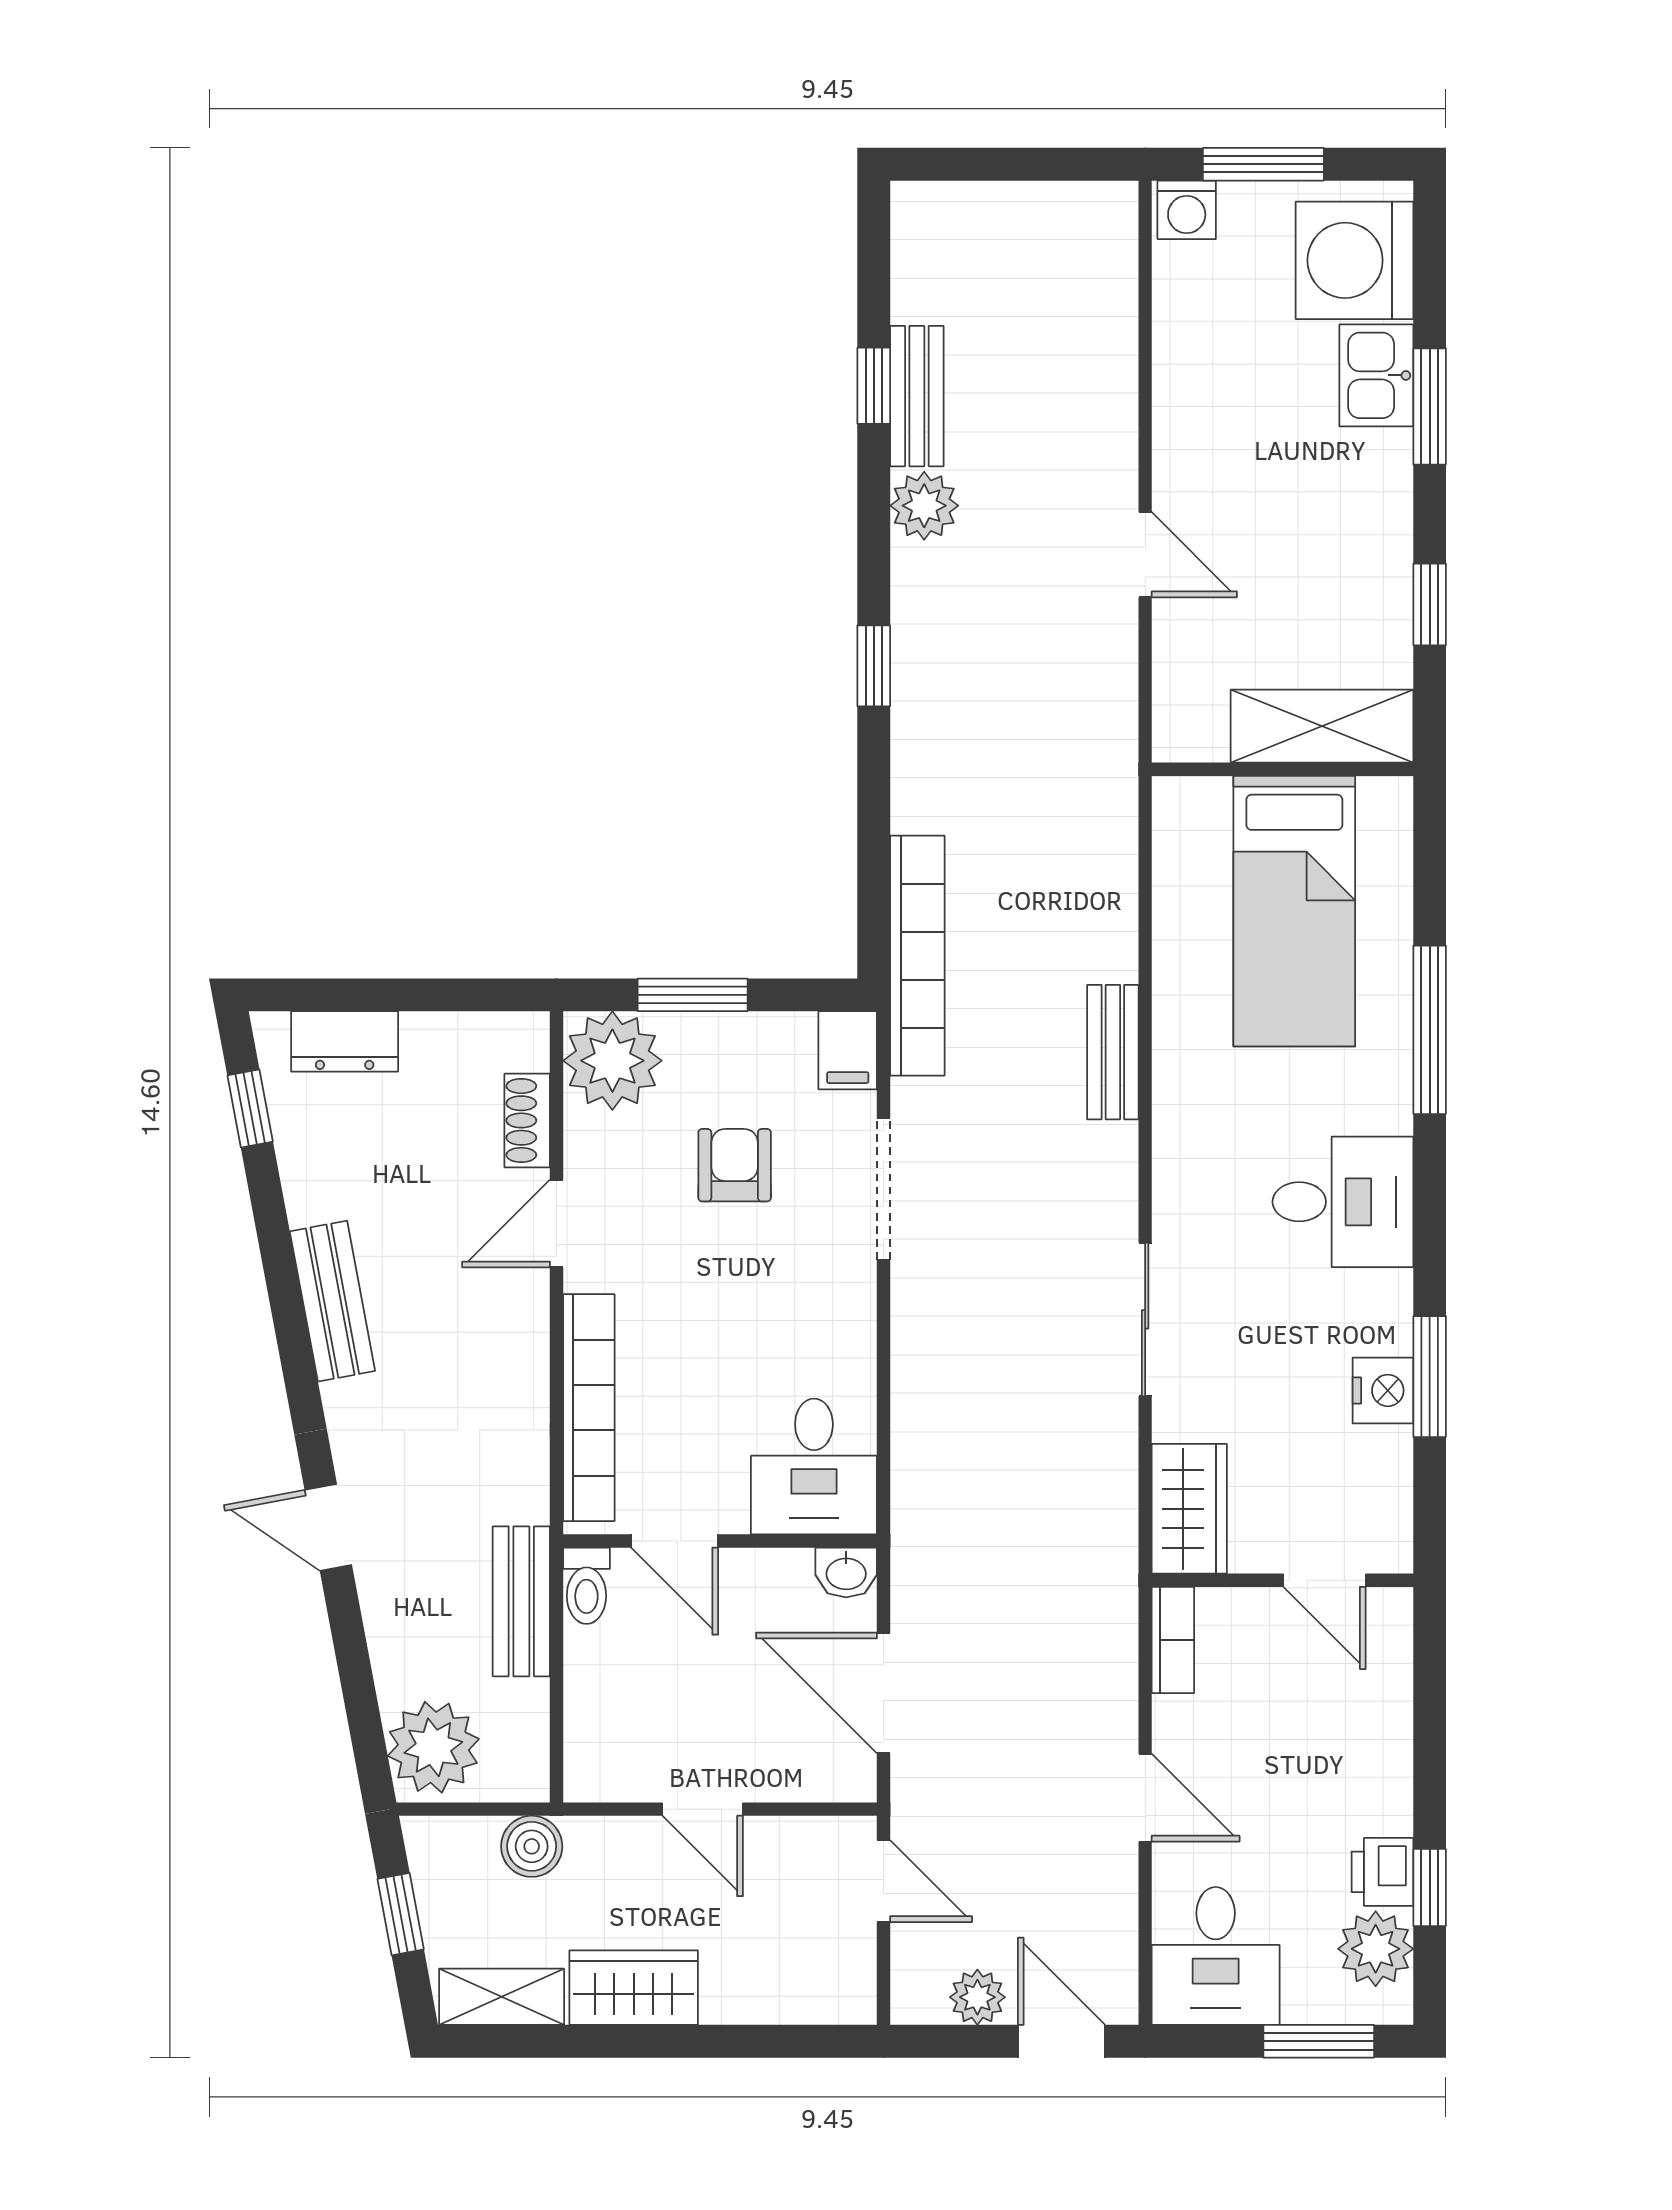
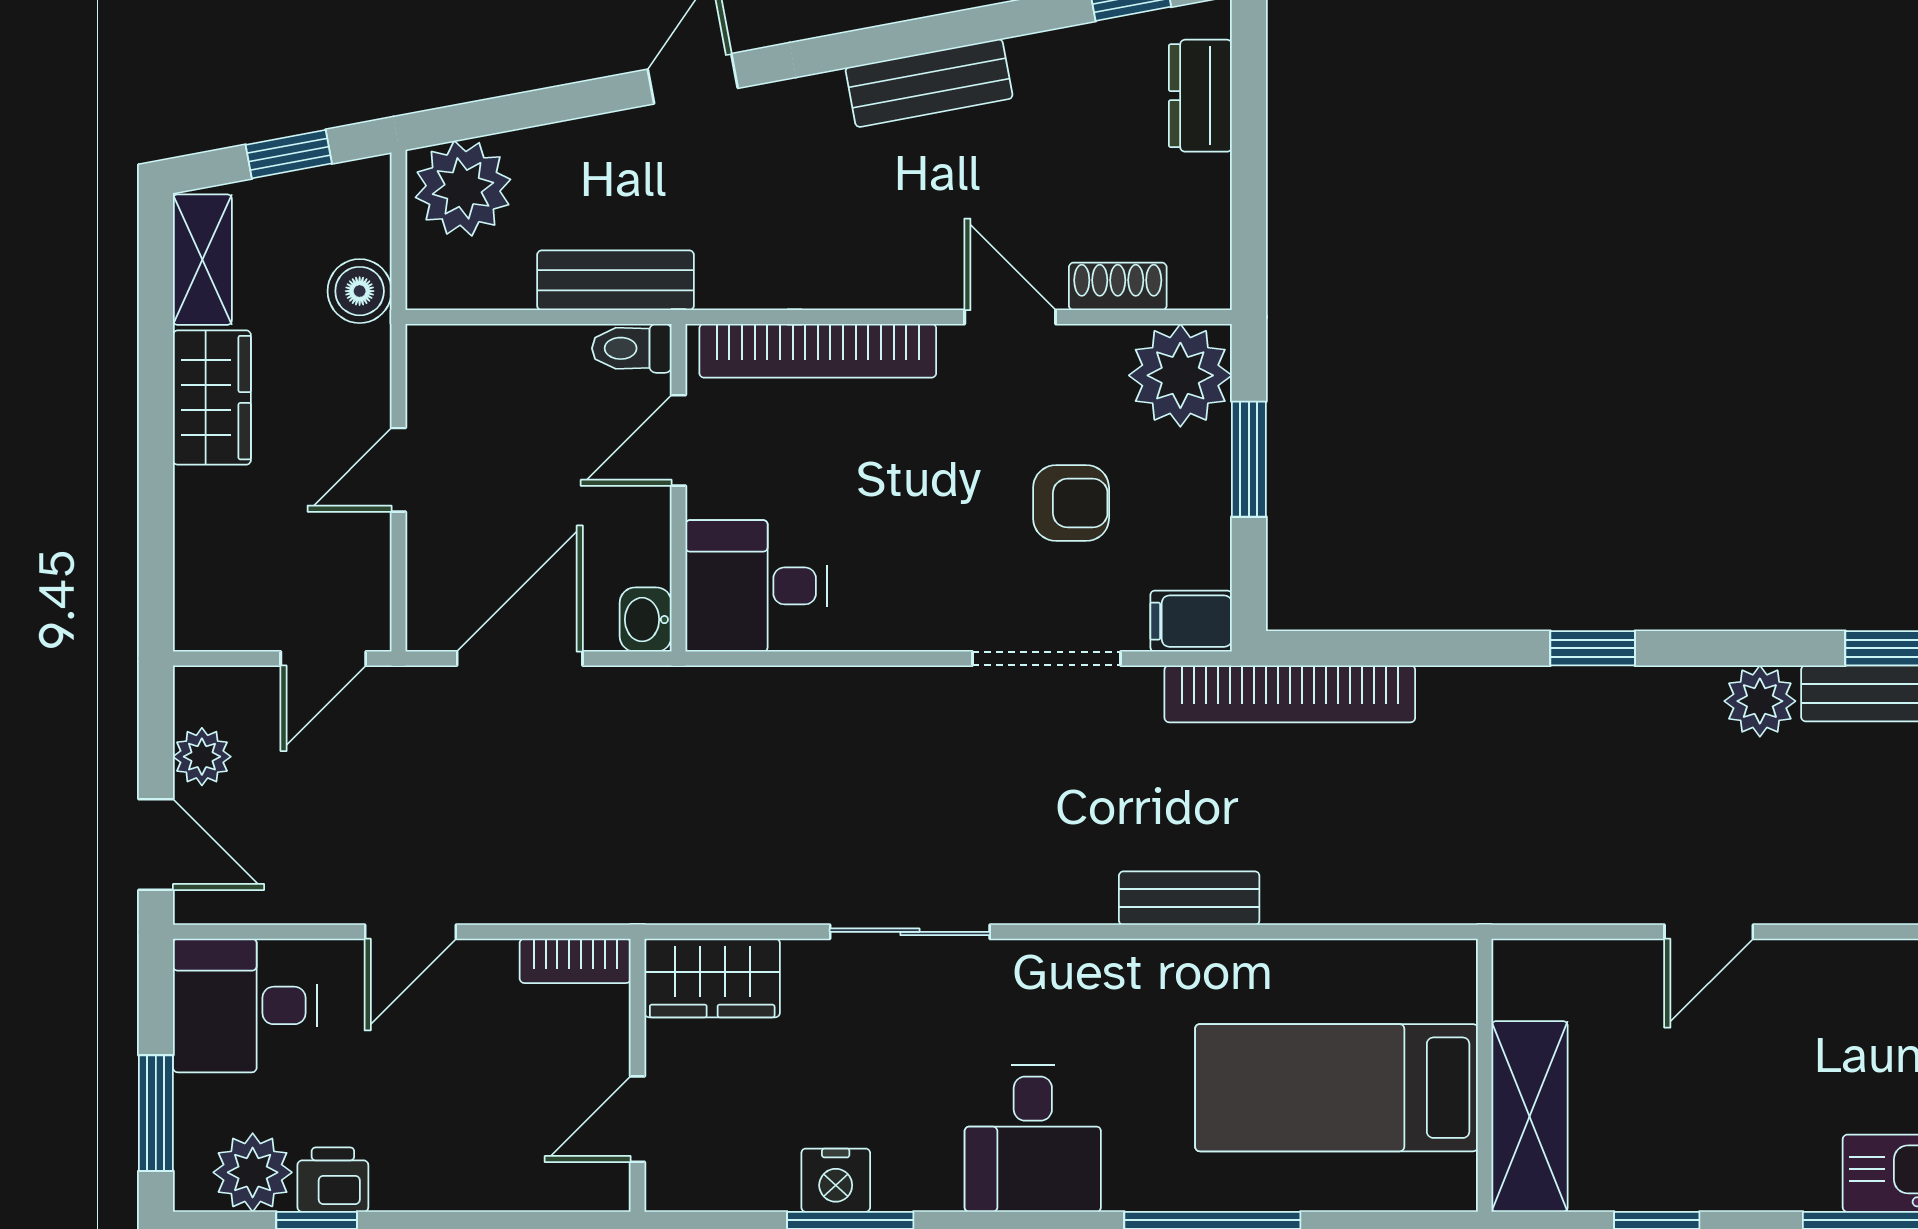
door: (1062, 2041) -> (156, 844), hinge flipped

